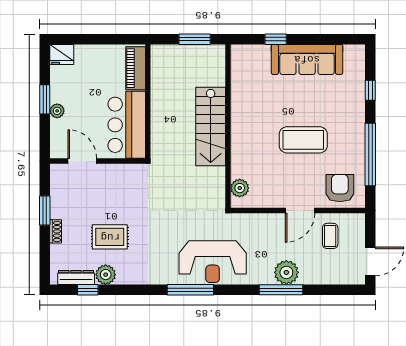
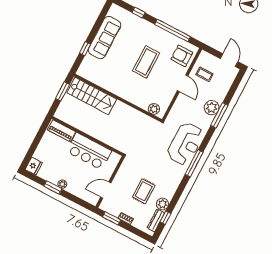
stairs: (211, 127) -> (92, 96), moved
door: (82, 161) -> (106, 190), moved
wall: (98, 161) -> (110, 182), moved

